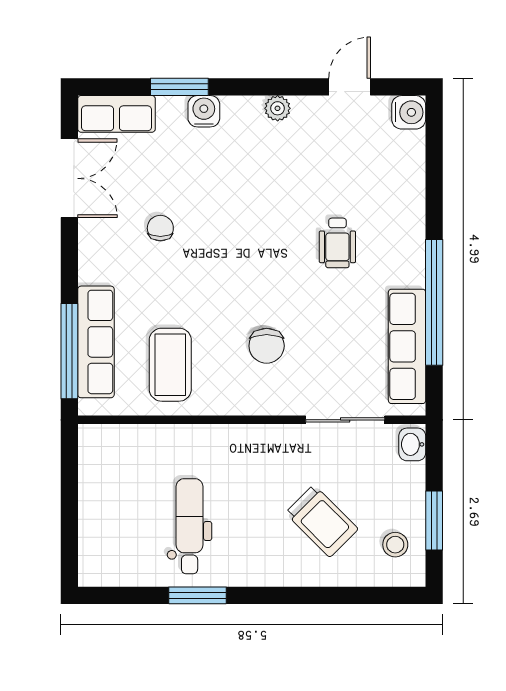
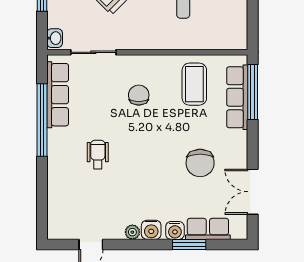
water cooler: (409, 112) -> (151, 230), moved, turned -90
row of seats: (116, 114) -> (208, 229), moved
chair: (160, 228) -> (200, 163), width x1.87, depth x1.87

